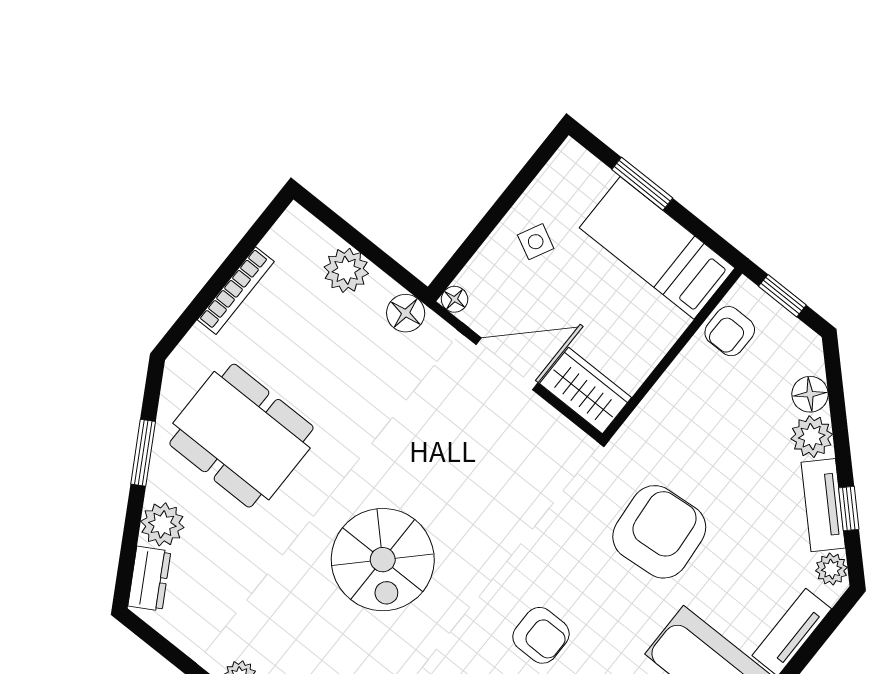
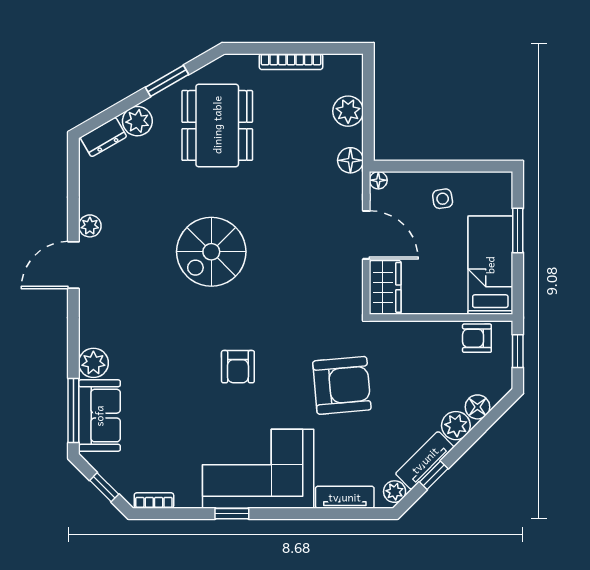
side table: (536, 242) -> (443, 199), turned -36

